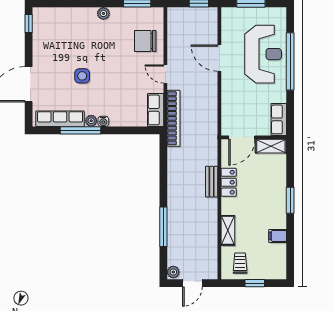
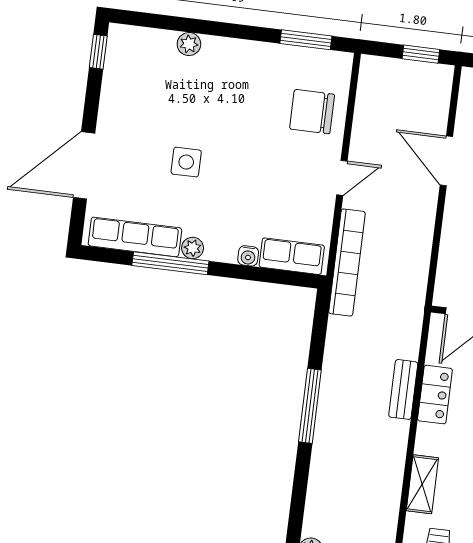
plant: (103, 13) -> (189, 44), moved
door: (165, 74) -> (342, 178), swing flipped
row of seats: (156, 110) -> (292, 256), moved, turned 90
water cooler: (103, 121) -> (248, 256), moved
window: (163, 227) -> (310, 406), moved

